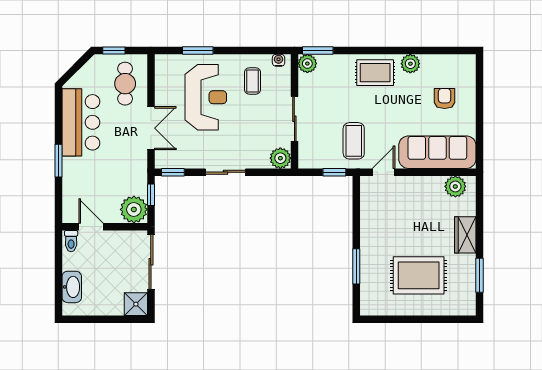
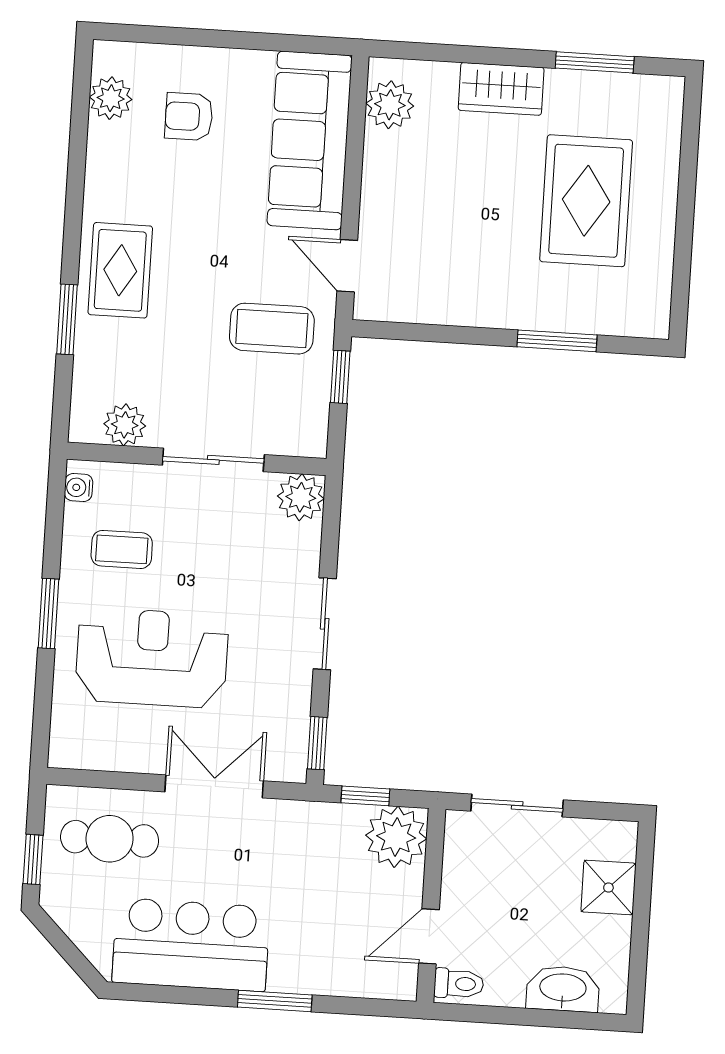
window: (198, 51) -> (48, 614), moved
window: (318, 51) -> (67, 319), moved
plant: (307, 64) -> (125, 425), moved
plant: (410, 64) -> (111, 98), moved
sliding door: (151, 262) -> (517, 805), width x0.73
shower: (136, 304) -> (608, 888), moved

